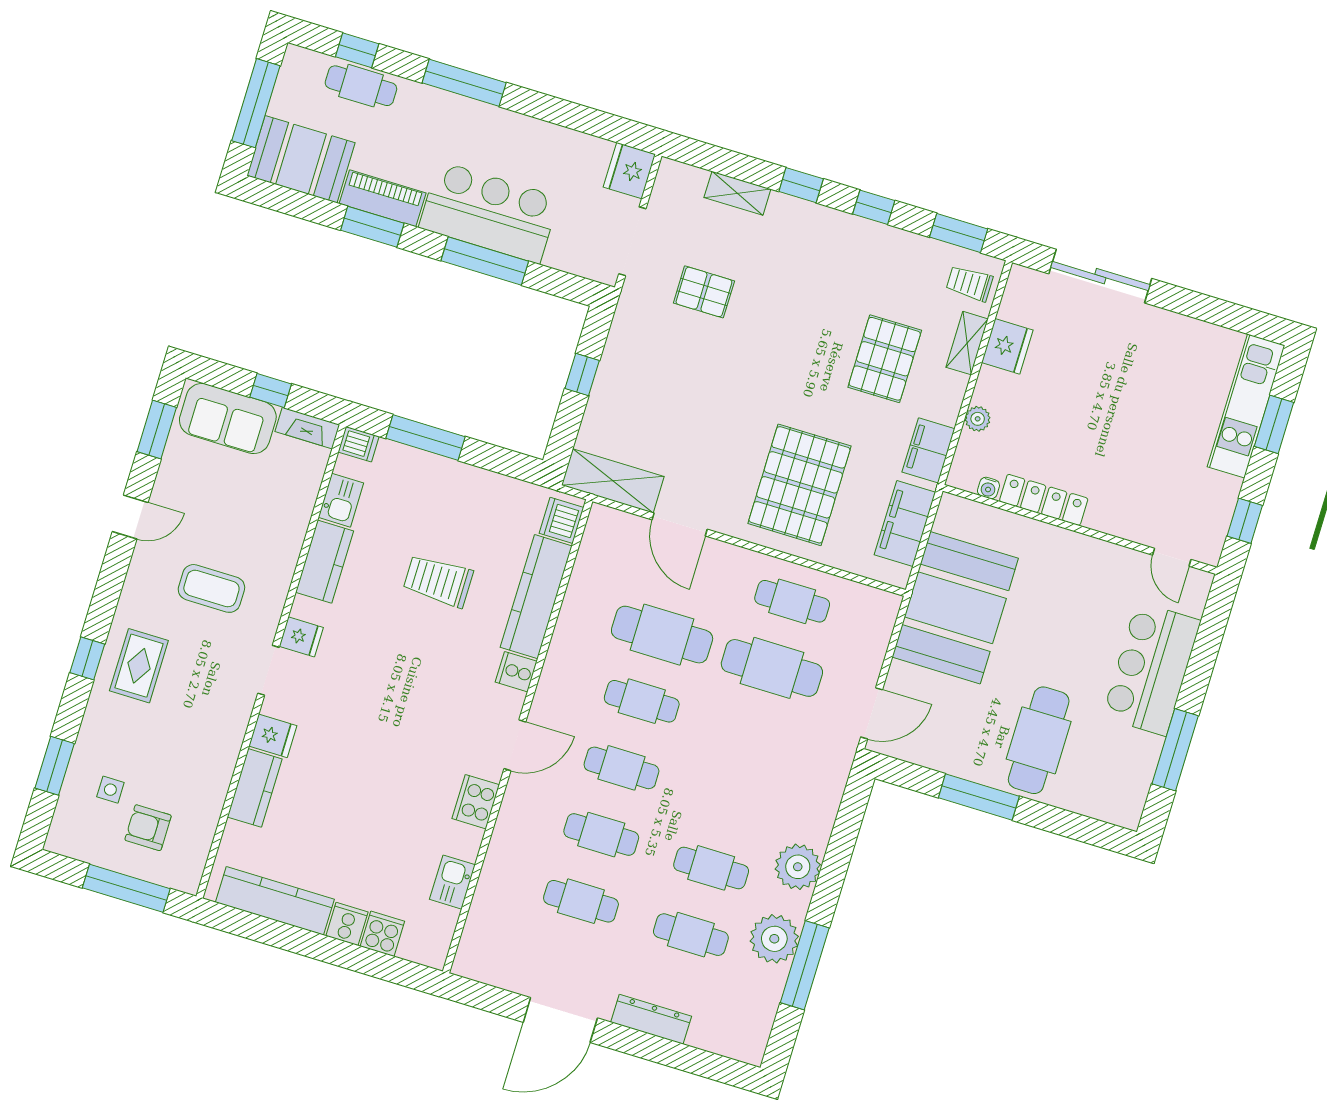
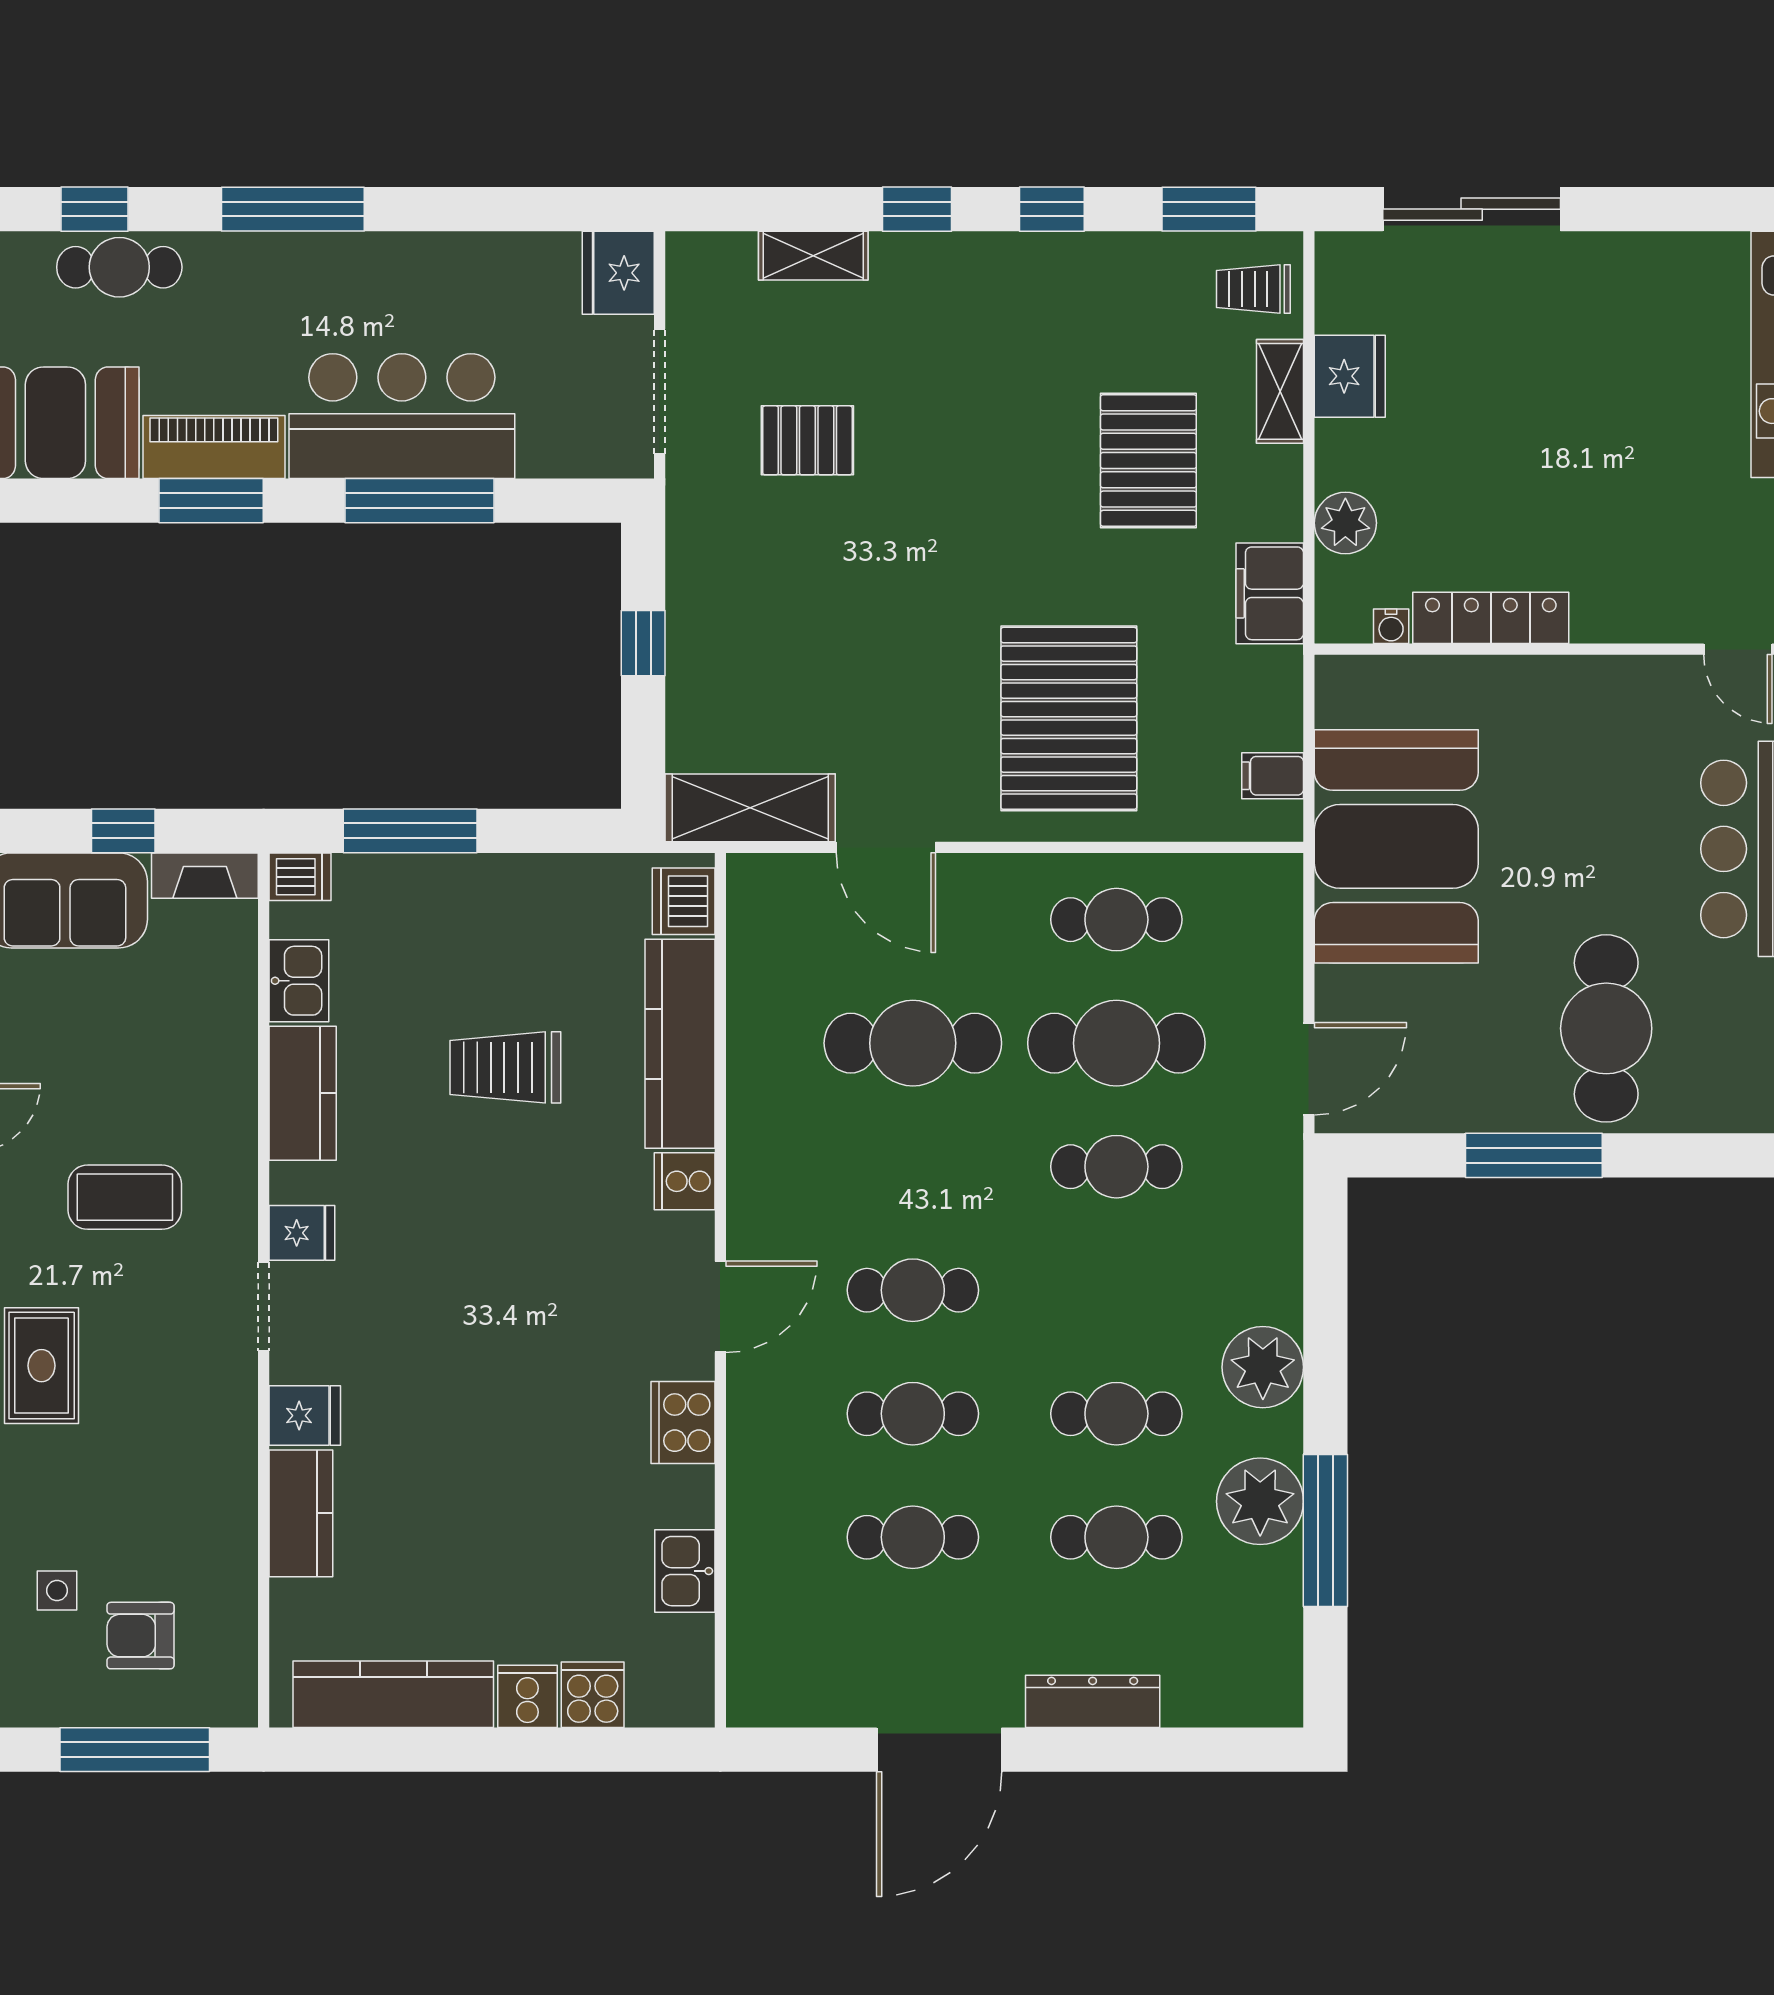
plant: (978, 419) -> (1345, 523), width x1.38, depth x1.38
filing cabinet: (905, 524) -> (1273, 776), width x0.33, depth x0.86
cafe table: (642, 701) -> (1116, 1167), moved

